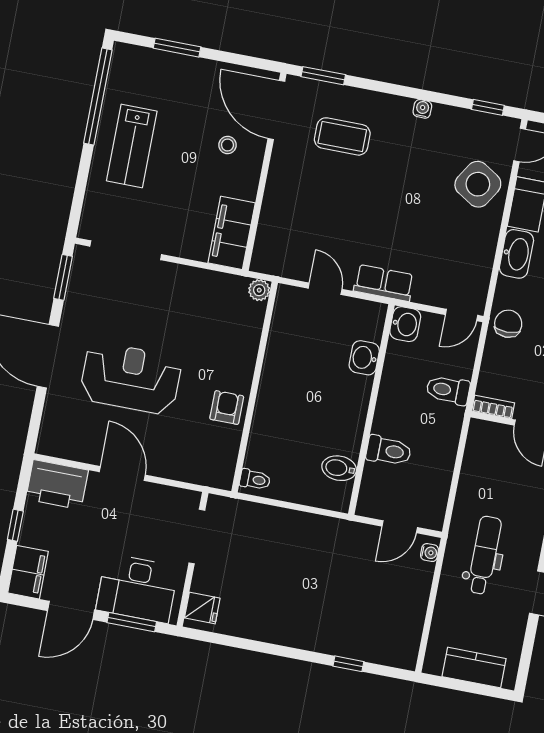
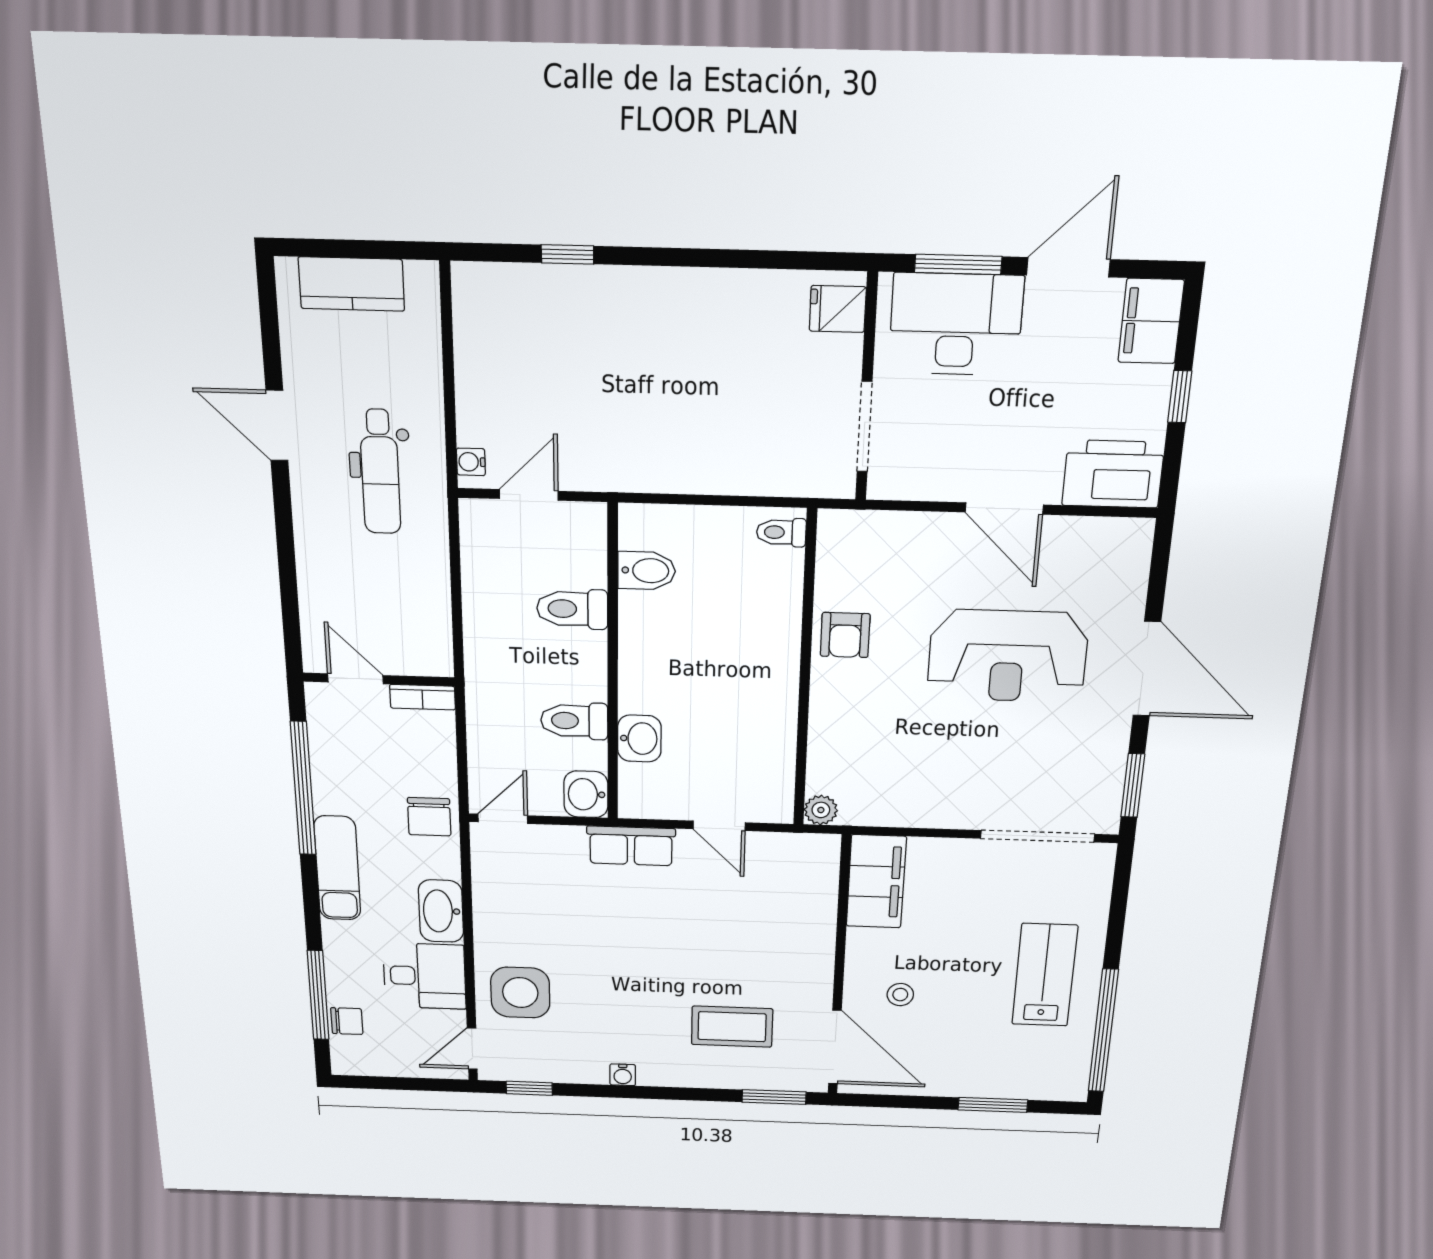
side table: (478, 184) -> (520, 993), turned -32
toilet: (448, 390) -> (574, 721), moved, turned 180

